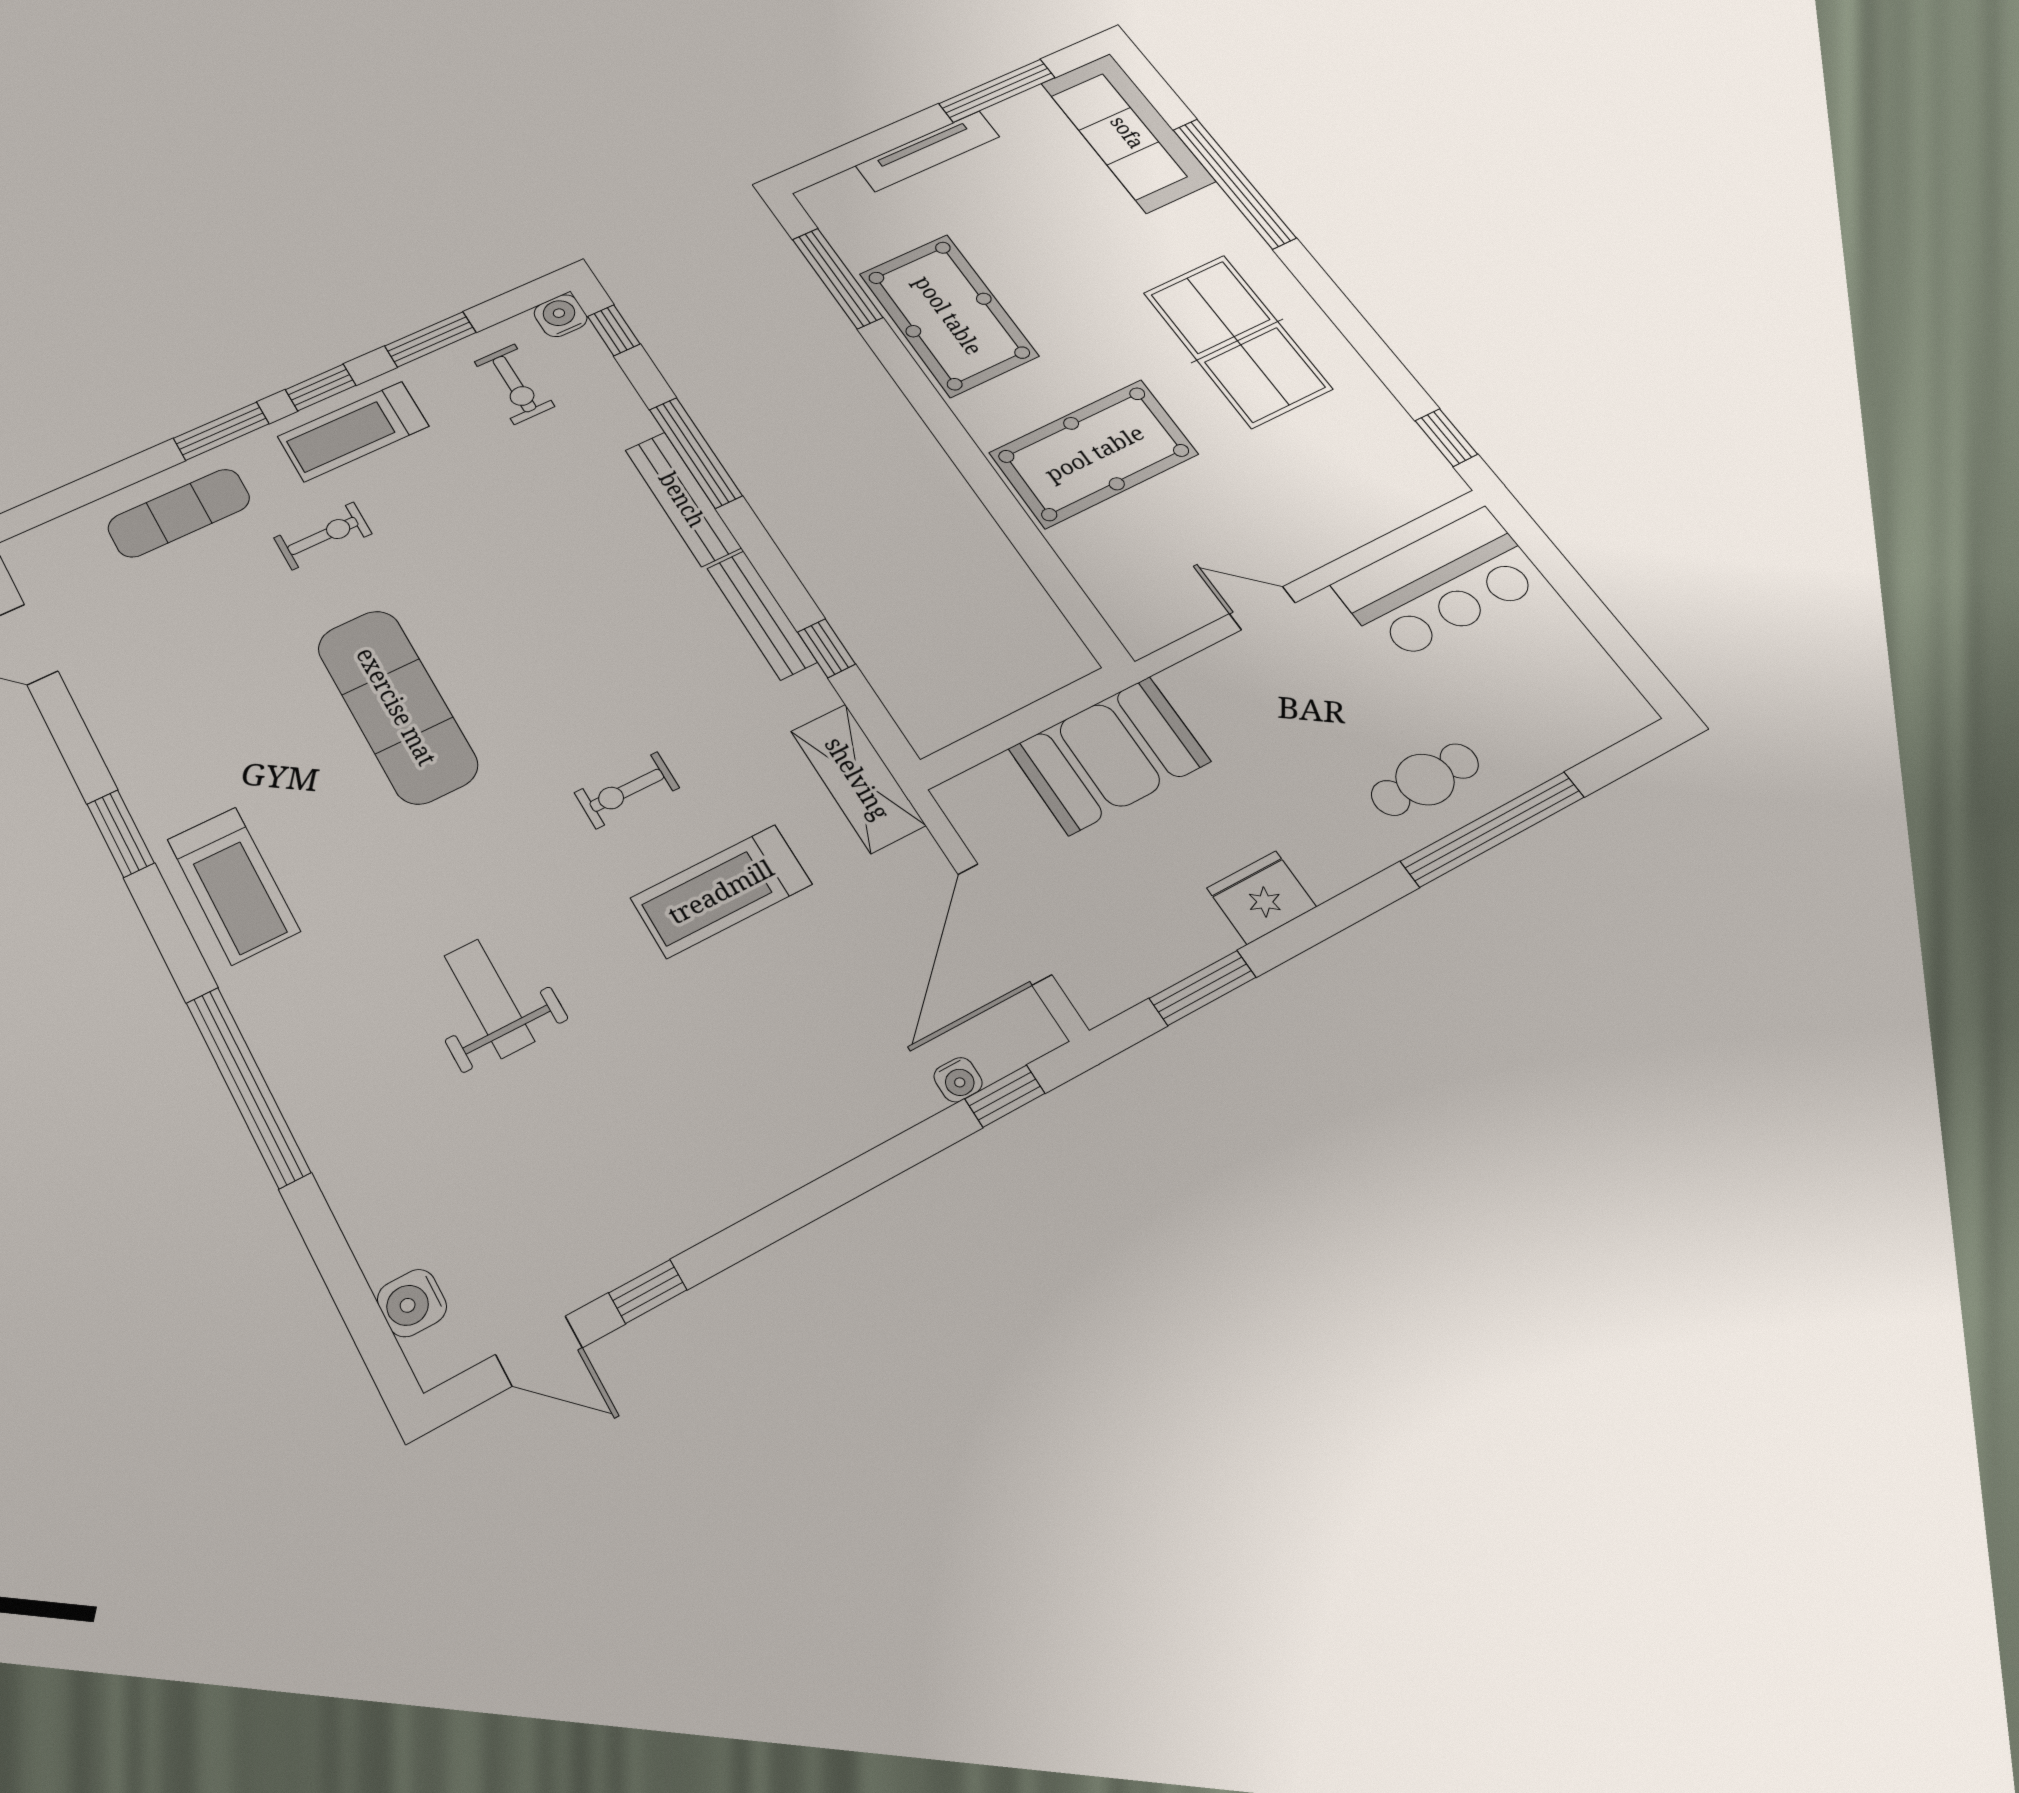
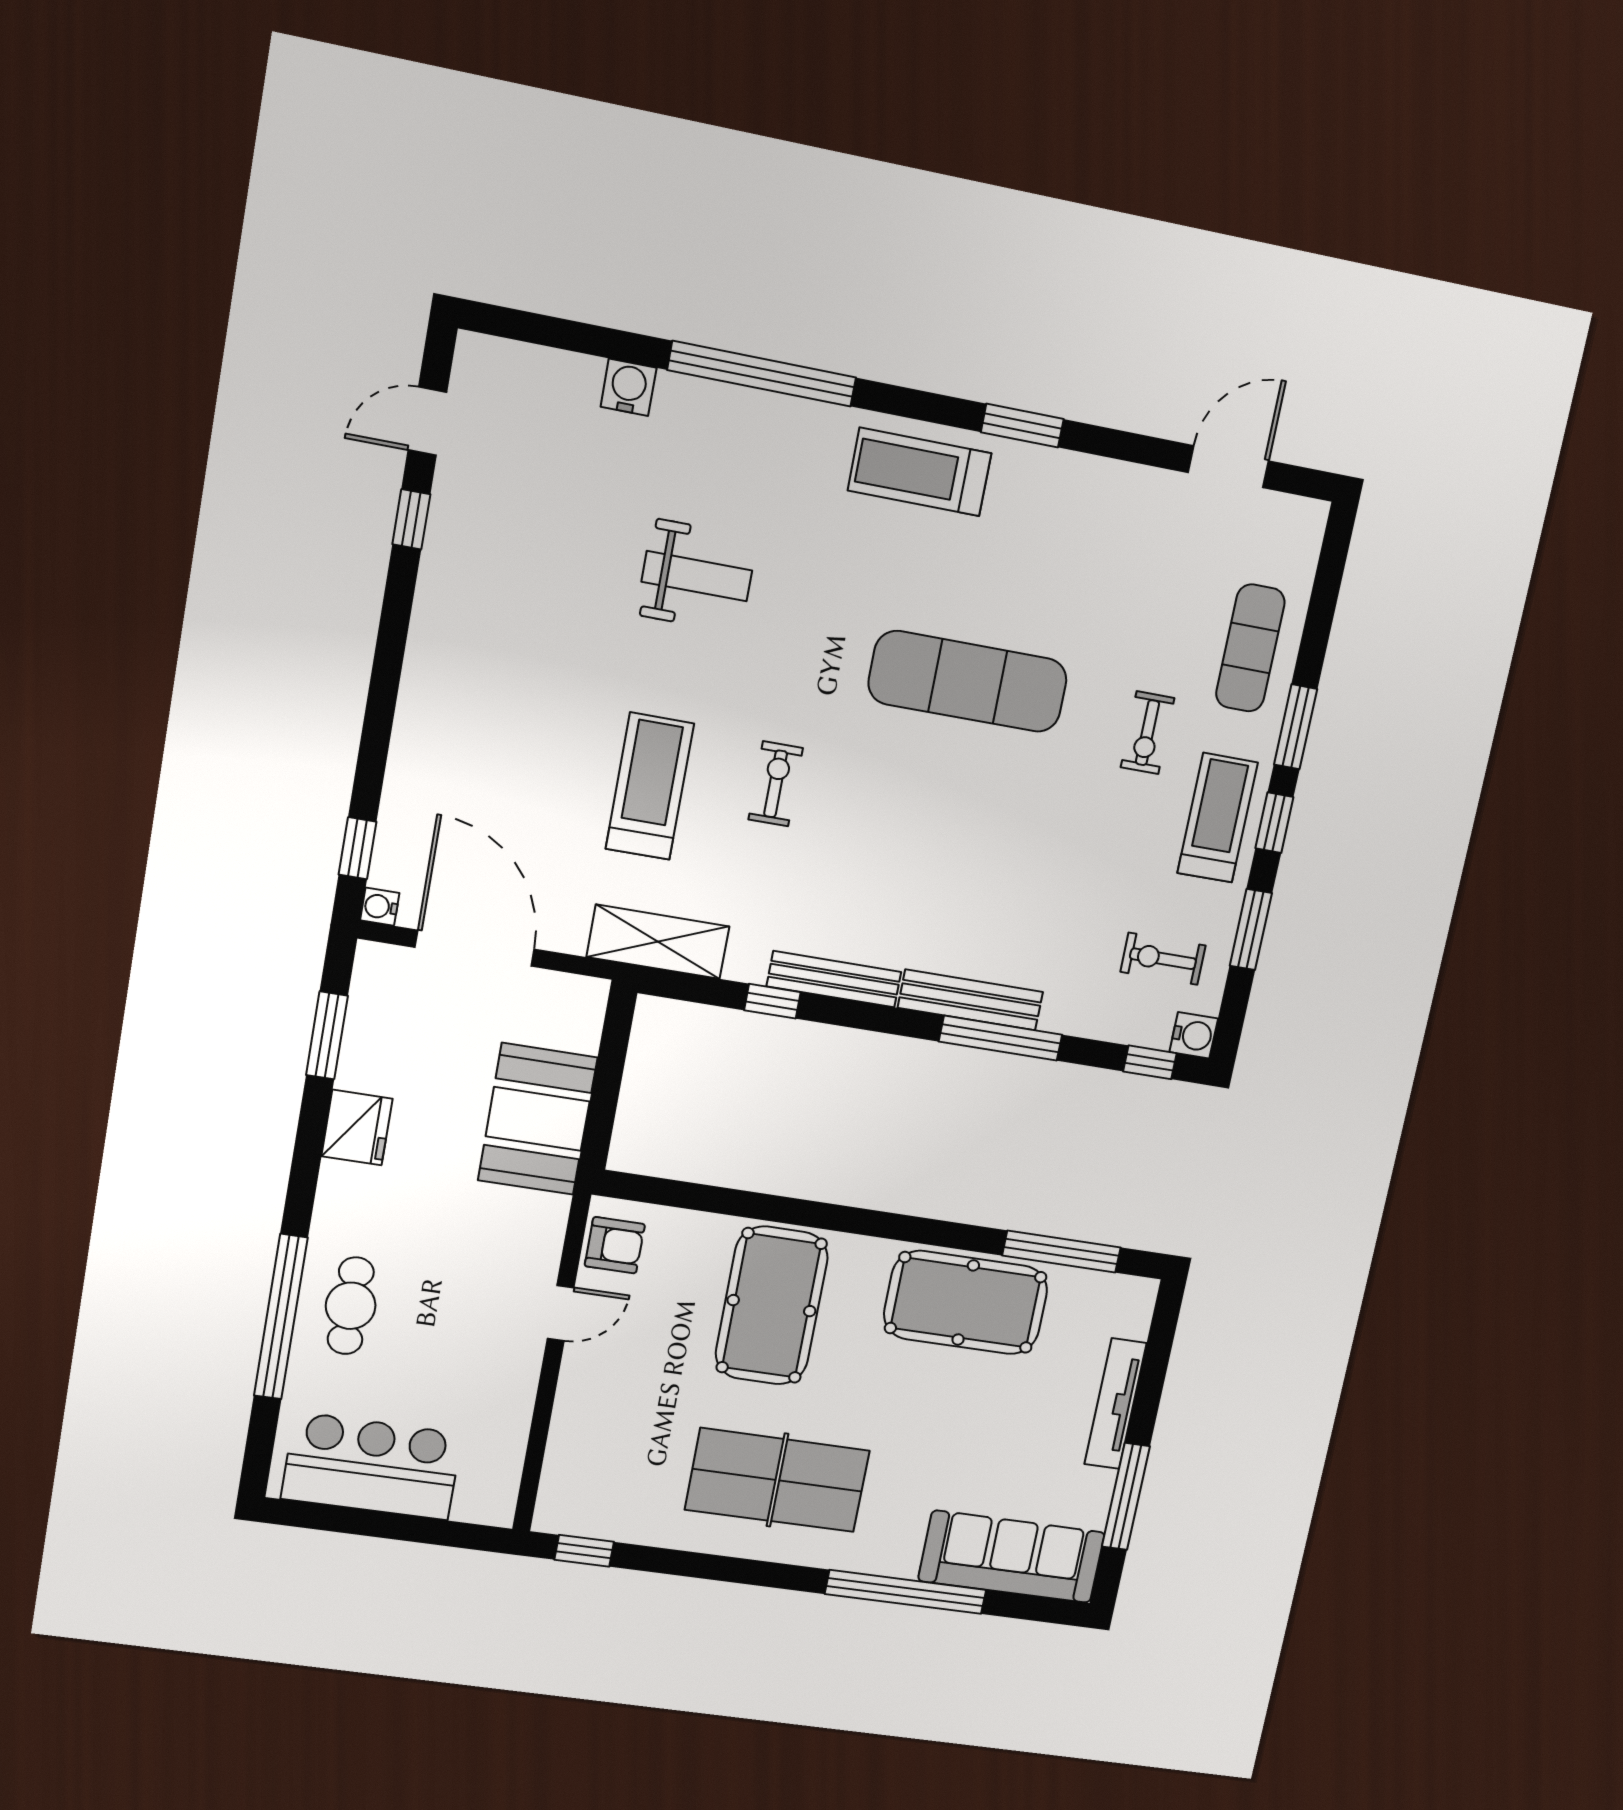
bar counter: (1440, 584) -> (372, 1466), moved, turned 90
armchair: (1161, 611) -> (615, 1245), added
water cooler: (958, 1080) -> (380, 907), moved
water cooler: (412, 1303) -> (629, 387), moved

